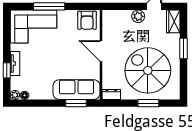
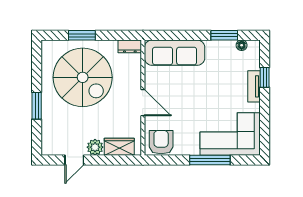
wardrobe: (173, 21) -> (119, 147), moved, turned -90
plant: (15, 95) -> (254, 46), removed
window: (76, 103) -> (224, 35), moved

